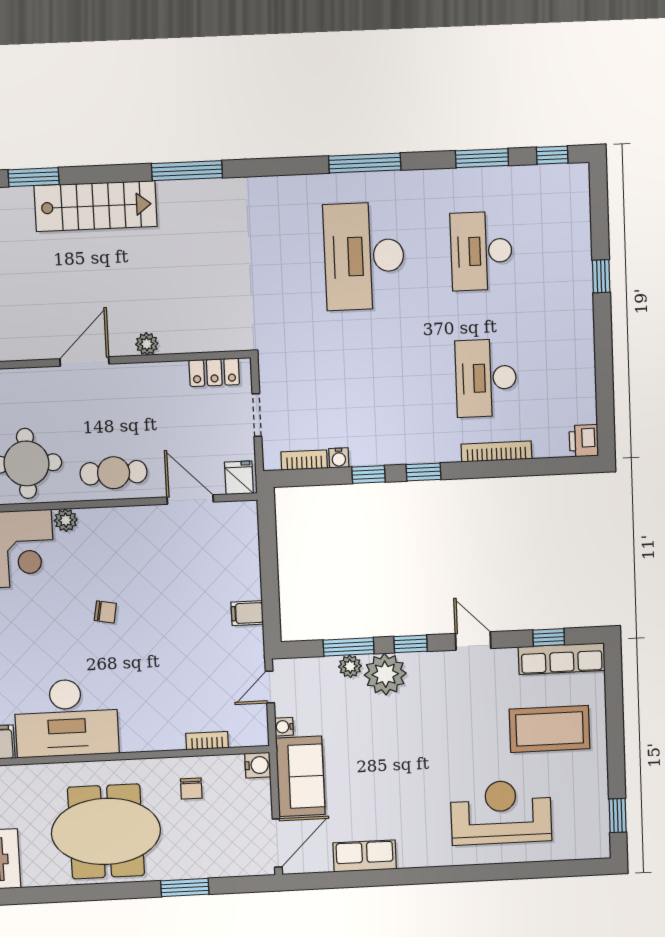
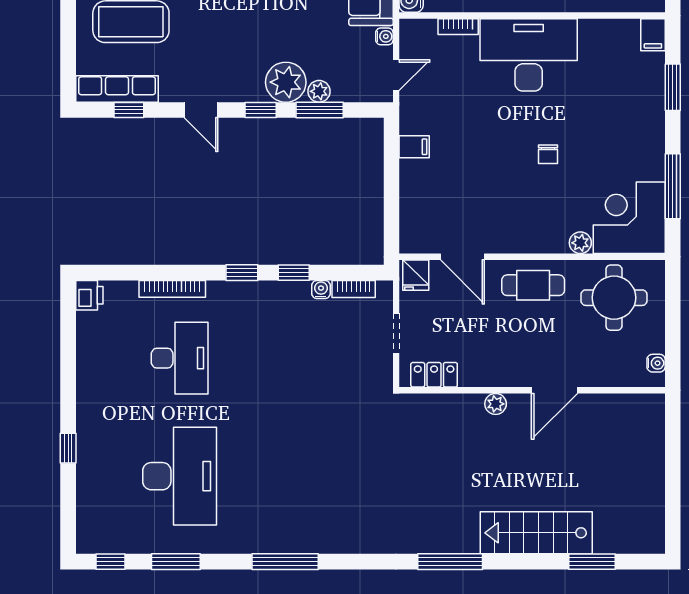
desk: (481, 251) -> (180, 476), width x1.36, depth x1.30
desk: (364, 256) -> (289, 476), removed
chair: (105, 612) -> (548, 154), turned -100
desk: (66, 718) -> (529, 55), moved

